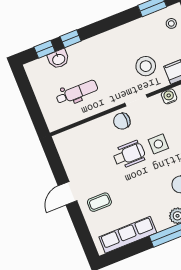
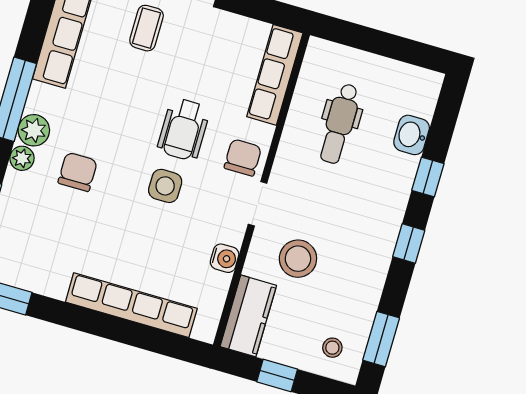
window: (45, 49) -> (409, 244), moved
row of seats: (78, 134) -> (275, 75), added

